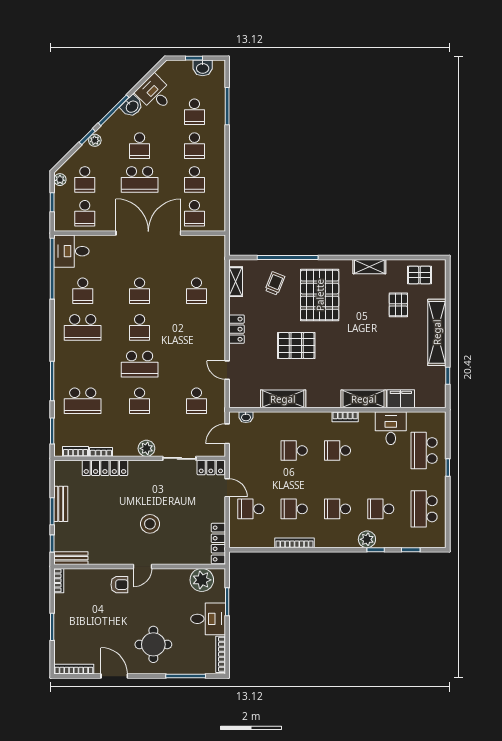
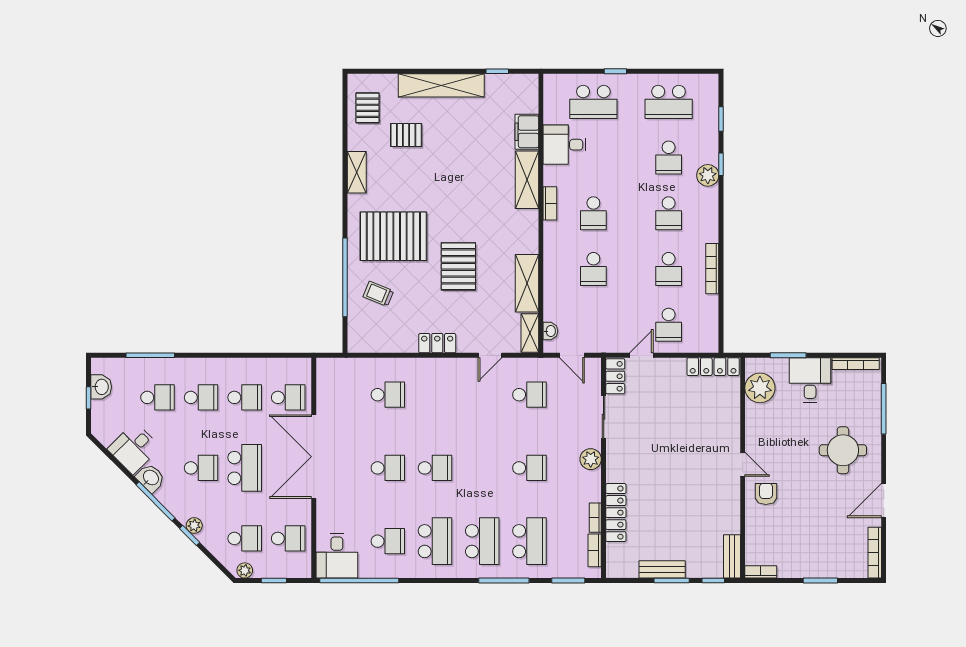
shelving: (236, 282) -> (530, 333), moved, turned 90
school desk: (140, 364) -> (482, 541), moved
stool: (150, 524) -> (688, 455), removed

